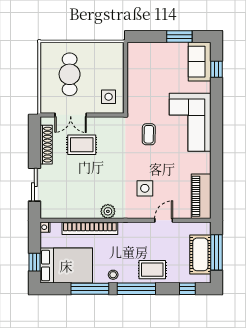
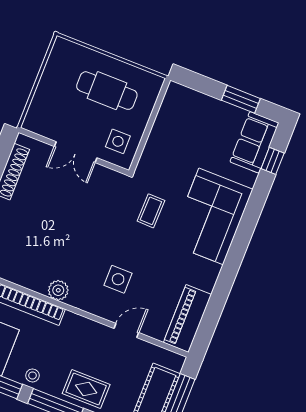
cafe table: (70, 74) -> (107, 91), moved, turned 90
double door: (71, 115) -> (76, 152), moved
rug: (82, 145) -> (58, 190), removed

